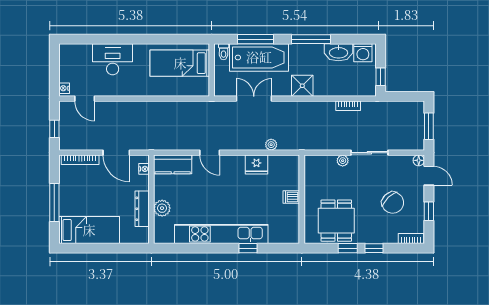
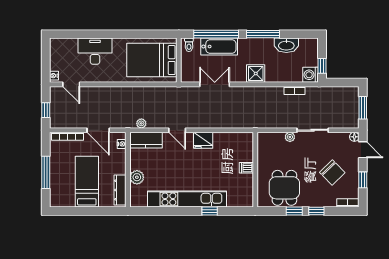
window: (256, 39) -> (216, 34), width x1.46
washing machine: (363, 53) -> (311, 75), moved, turned 90
bathtub: (259, 57) -> (219, 46), width x0.73, depth x0.73
bed: (180, 63) -> (152, 60), width x1.50
plant: (271, 145) -> (141, 123), moved
fridge: (256, 165) -> (203, 140), moved
dresser: (142, 209) -> (120, 190), moved
bed: (89, 230) -> (87, 182), moved, turned -90

